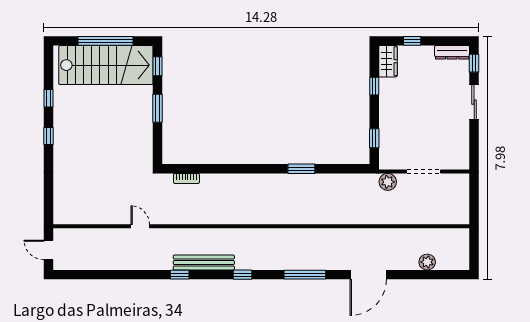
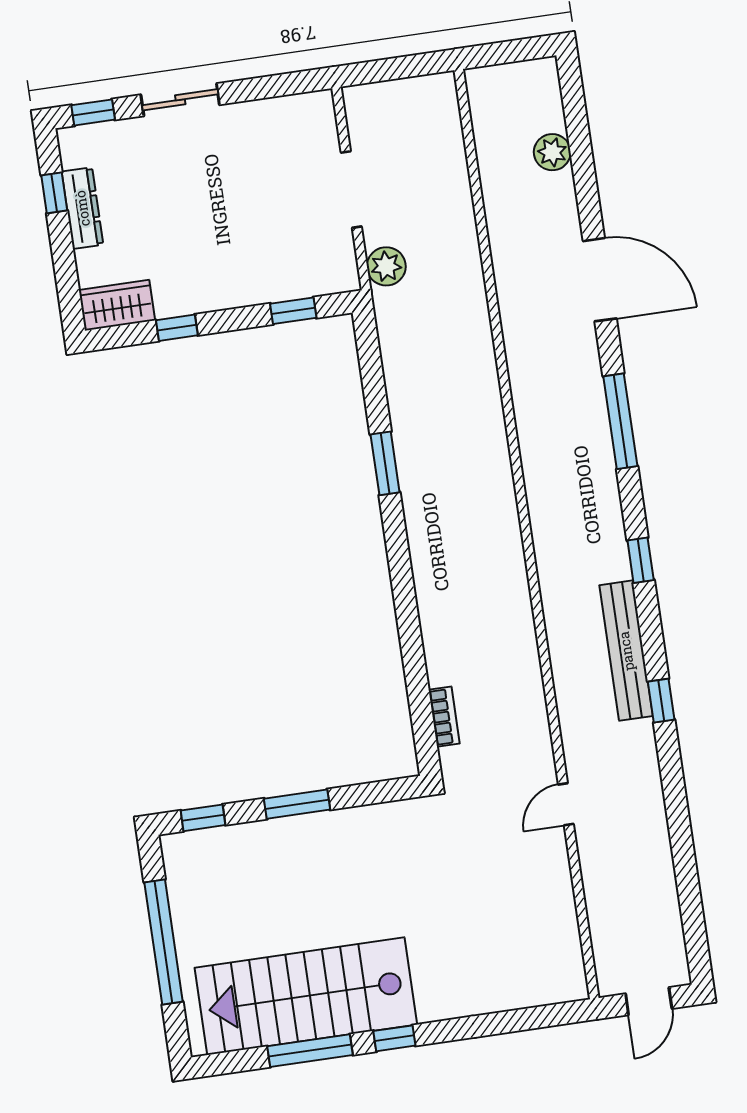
window: (412, 41) -> (54, 193), moved
dresser: (452, 52) -> (82, 208), moved
stairs: (106, 65) -> (306, 996), moved, turned -90
window: (49, 98) -> (310, 1051), width x2.17

